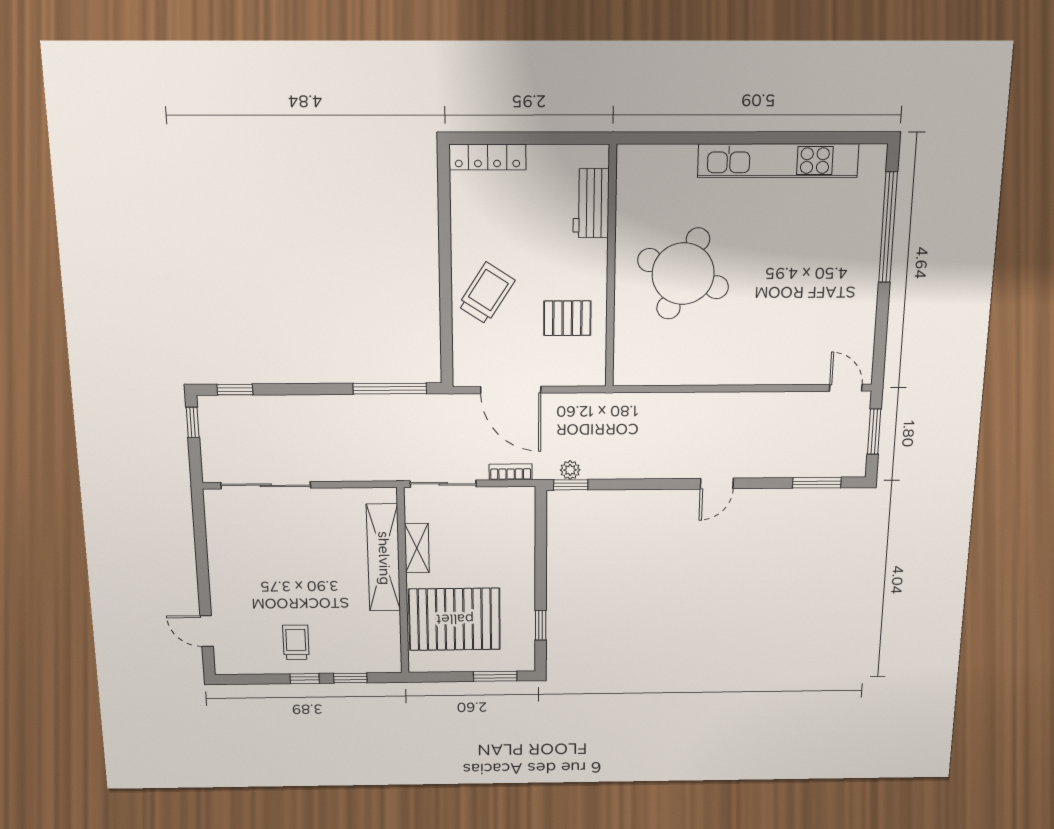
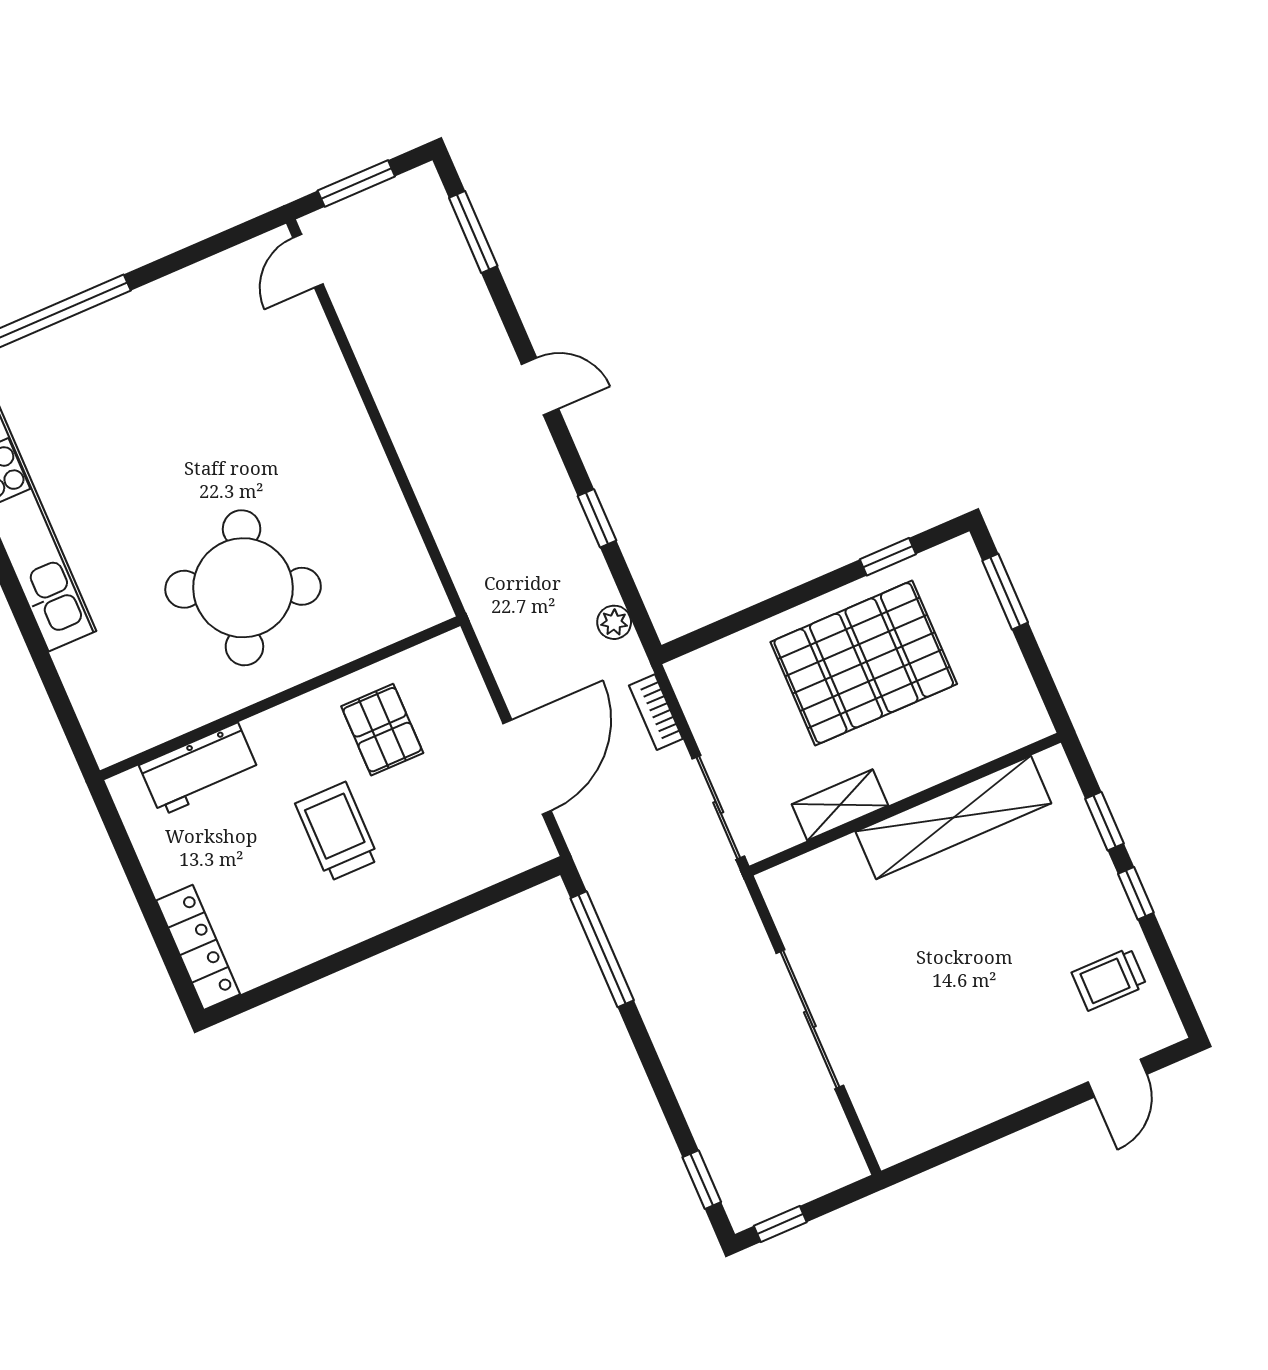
trolley: (486, 293) -> (337, 832), moved, turned 57
sliding door: (266, 485) -> (810, 1019), moved
window: (571, 485) -> (597, 518), moved
shelving: (384, 558) -> (953, 817), moved
pallet: (455, 619) -> (864, 663), moved, turned 90
trolley: (296, 642) -> (1109, 979), moved

